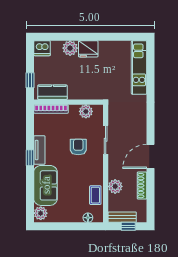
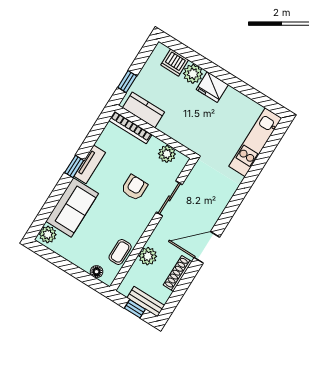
dishwasher: (42, 48) -> (175, 62), moved
bench: (122, 217) -> (146, 302), moved

